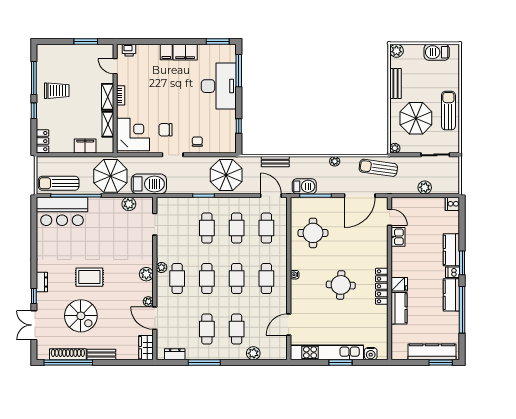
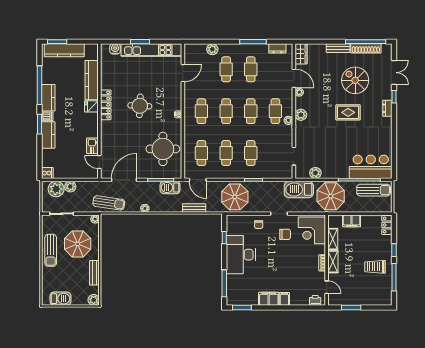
desk: (219, 86) -> (241, 255), moved
plant: (442, 185) -> (56, 189), added
round table: (313, 233) -> (163, 149), width x1.36, depth x1.36
kitchen counter: (399, 308) -> (92, 80), width x1.50

